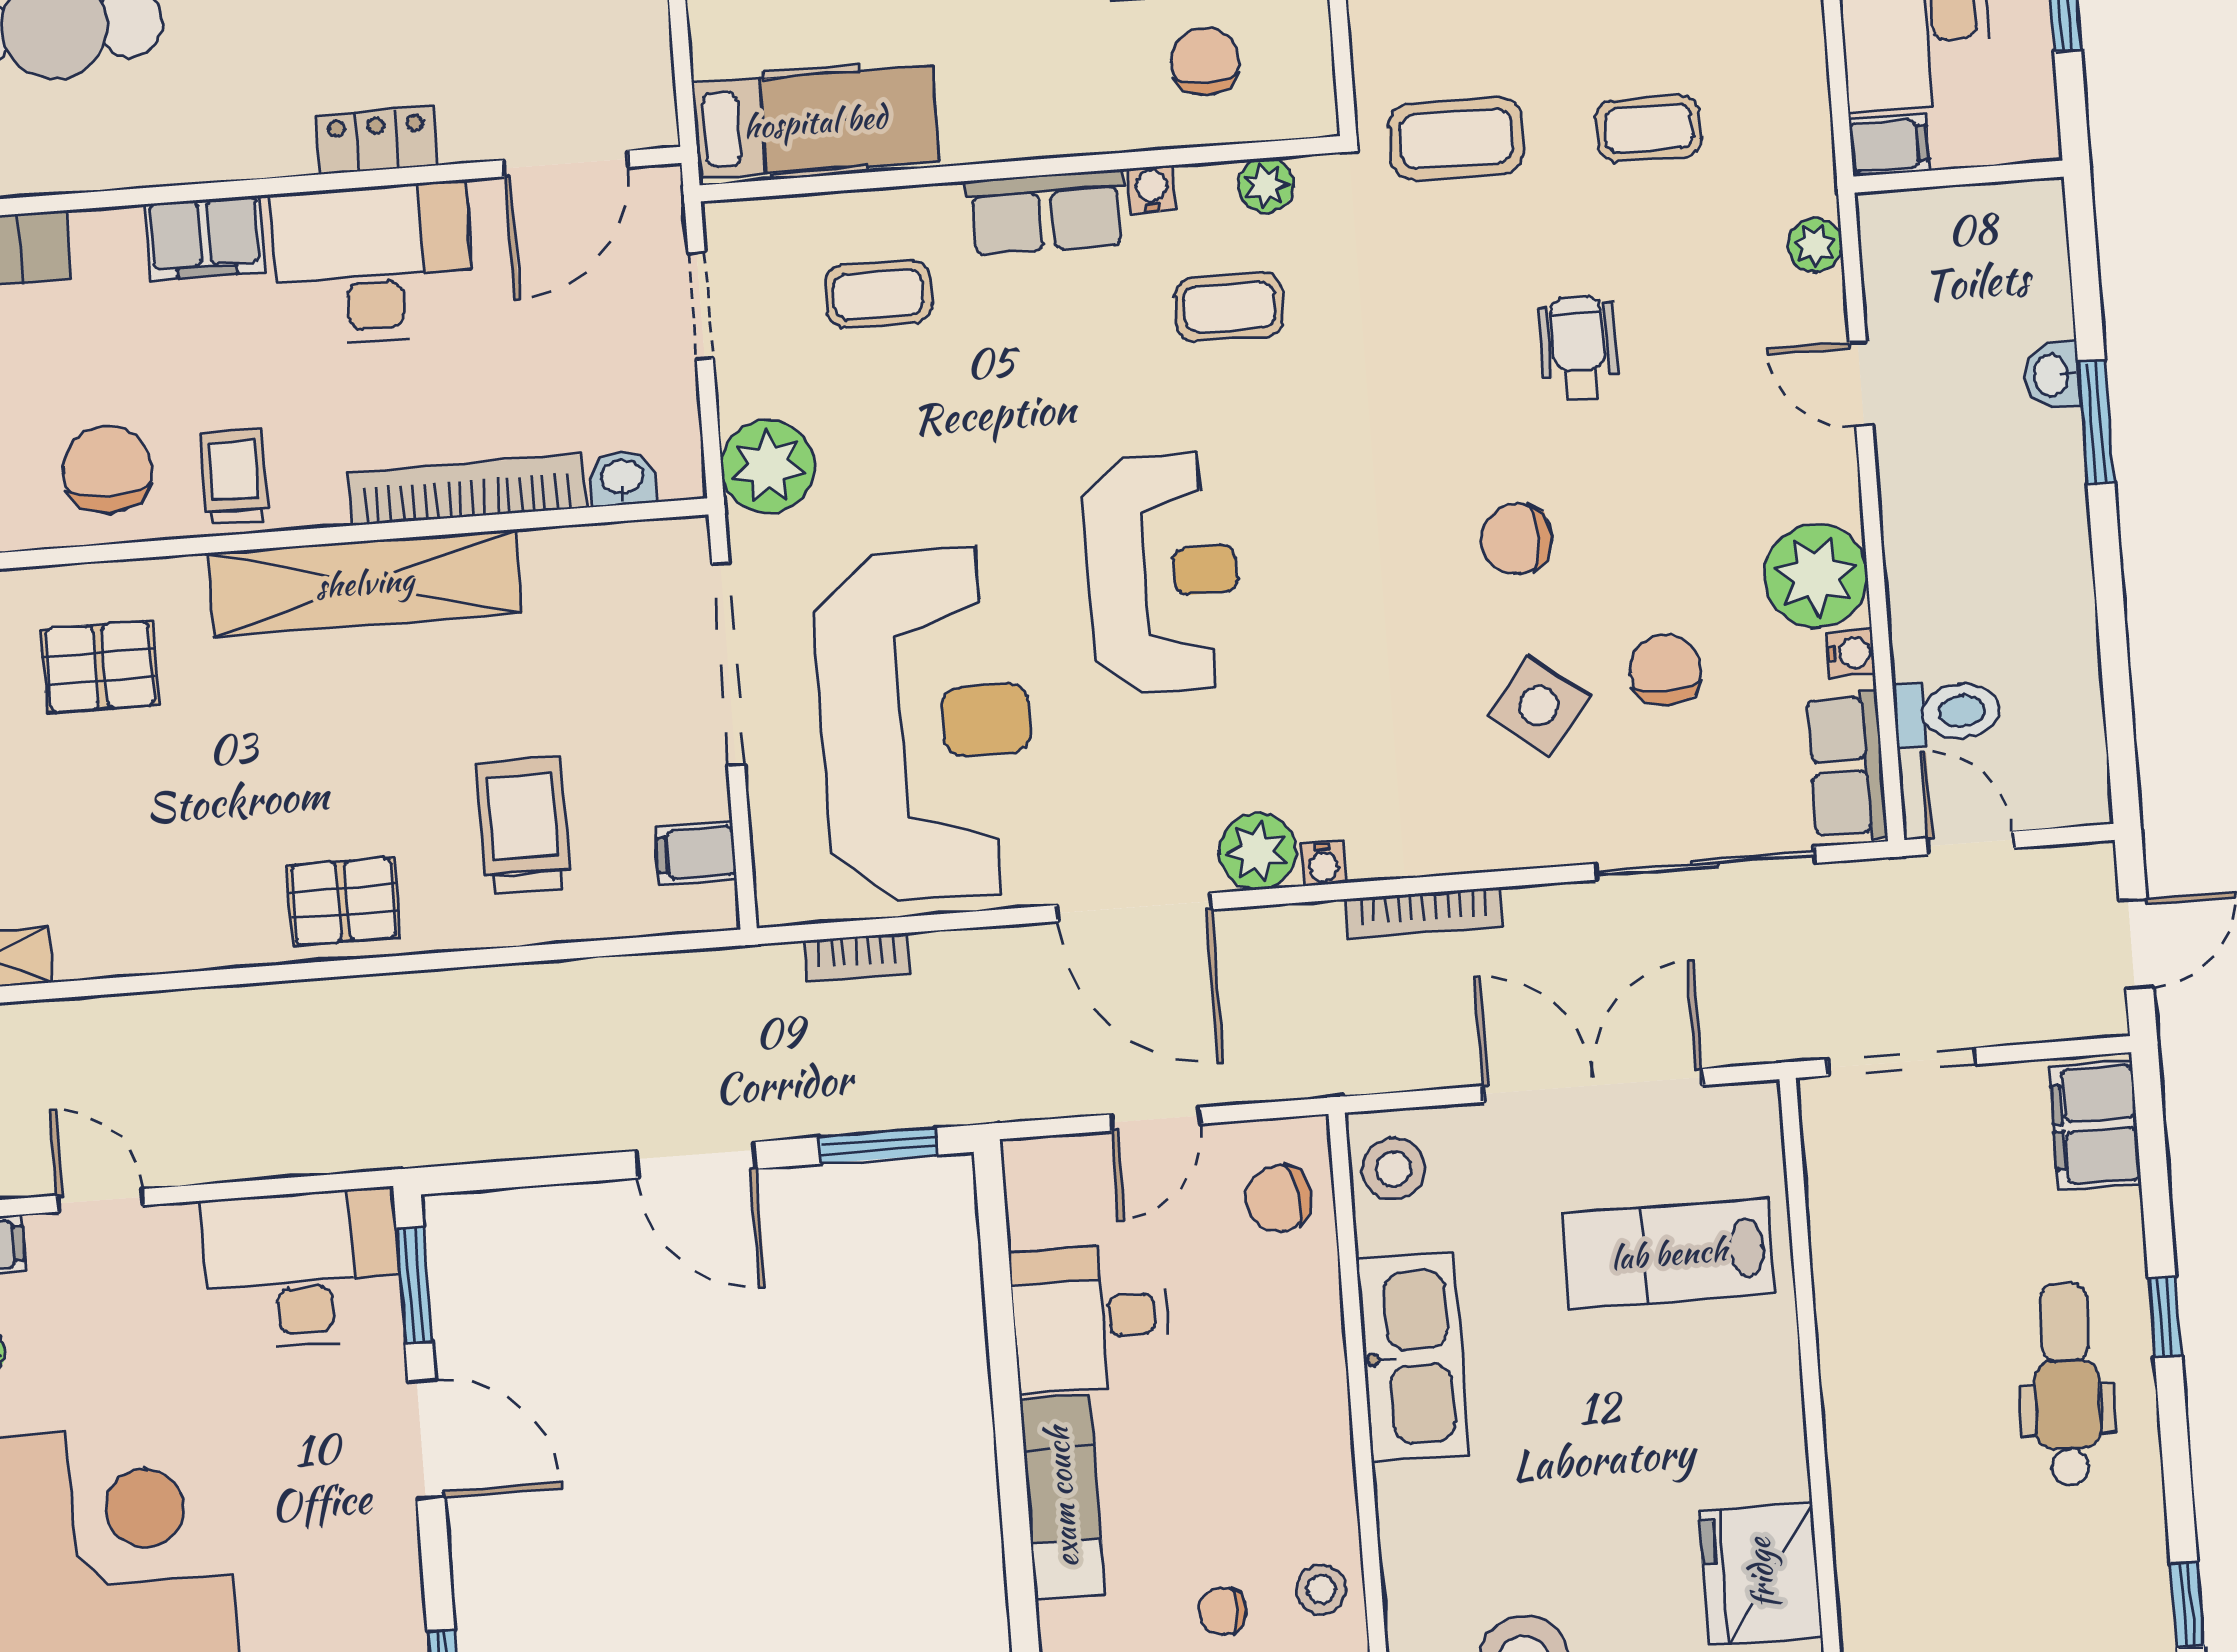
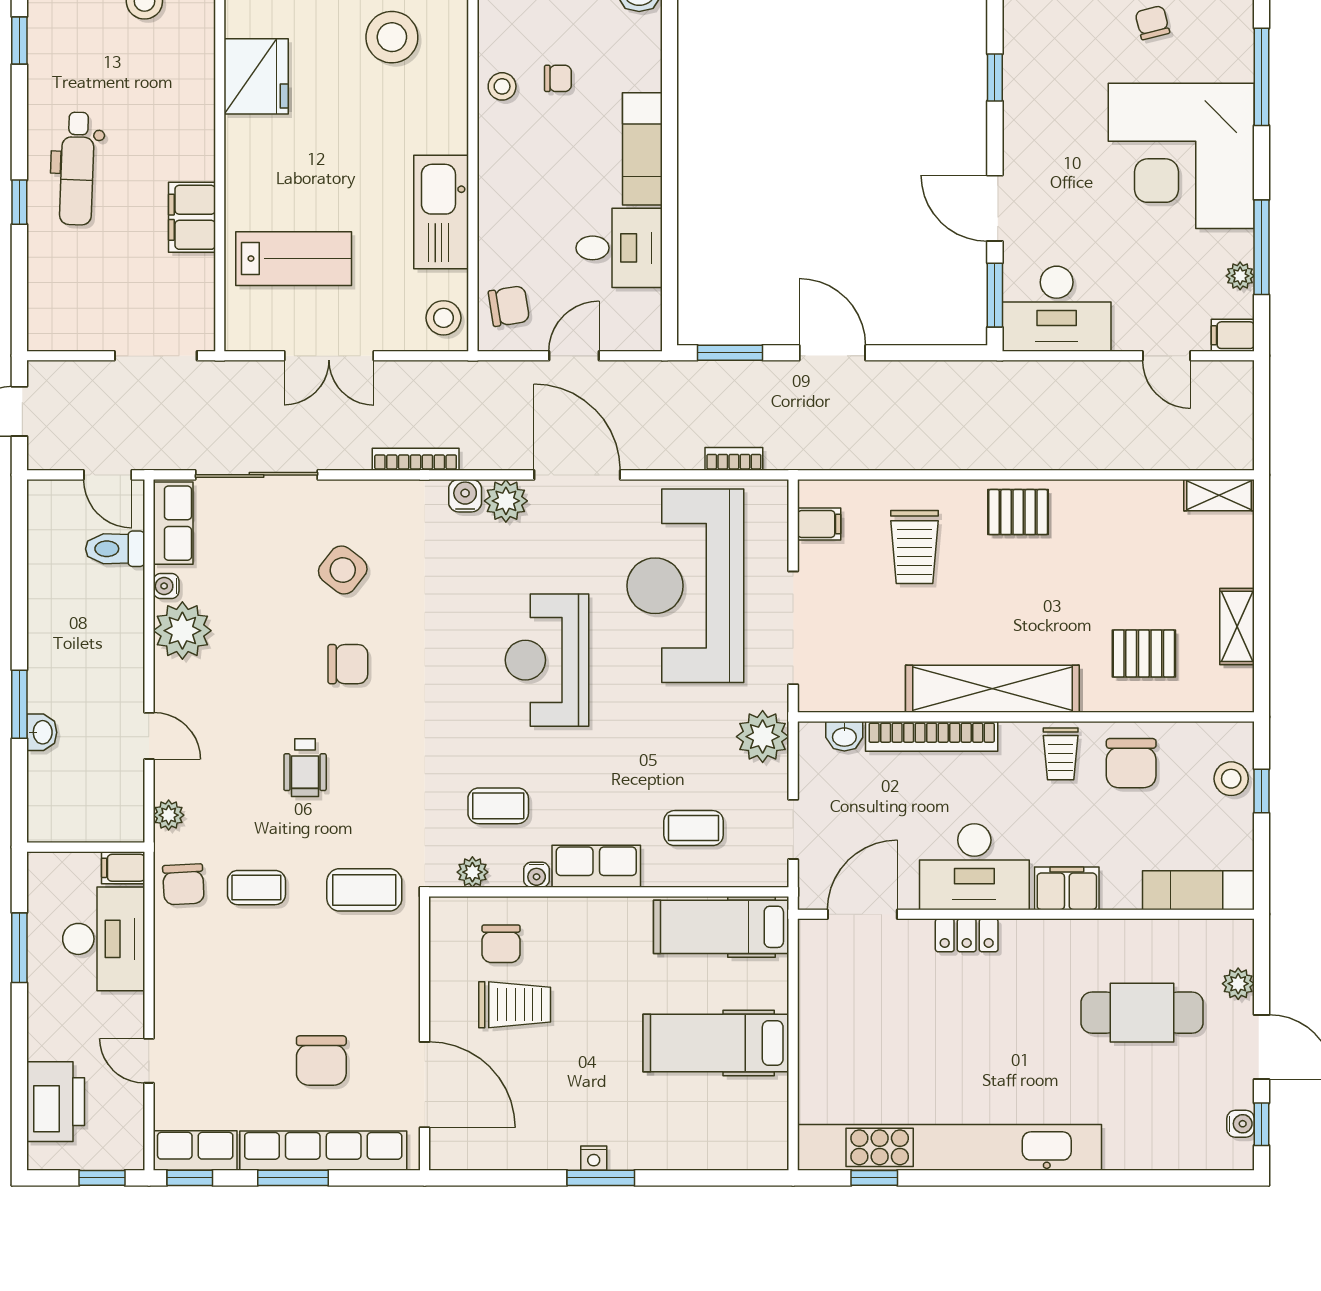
chair: (1665, 670) -> (183, 884), moved
water cooler: (1323, 864) -> (465, 496), width x1.38, depth x1.38
double door: (1593, 1086) -> (329, 356), width x0.73
filing cabinet: (2095, 1125) -> (192, 217), moved, turned 180

